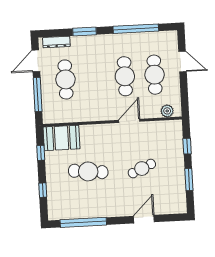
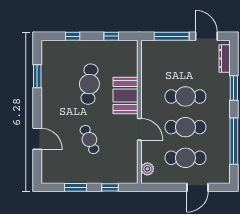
cafe table: (65, 79) -> (185, 96), moved
booth: (61, 138) -> (125, 95), moved
window: (83, 222) -> (37, 76), width x0.47

